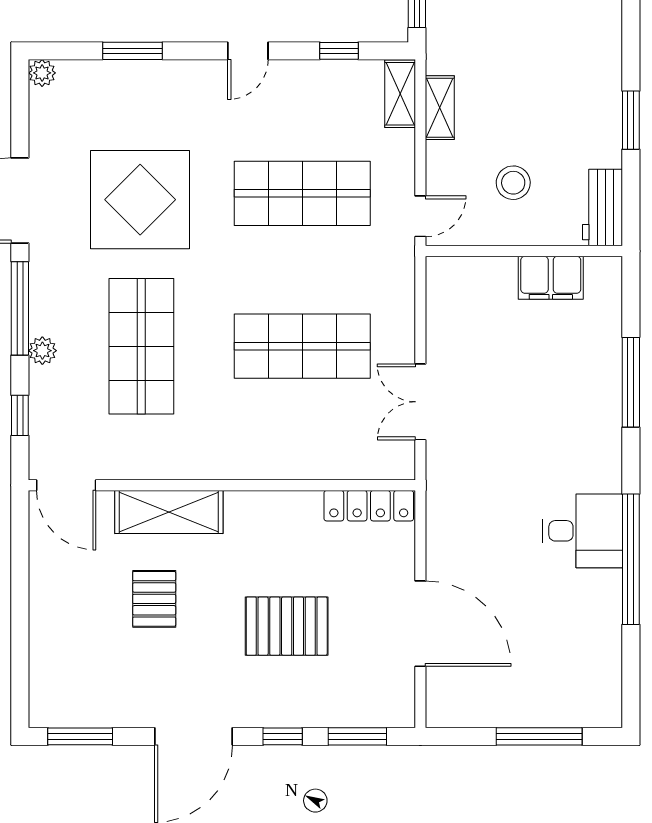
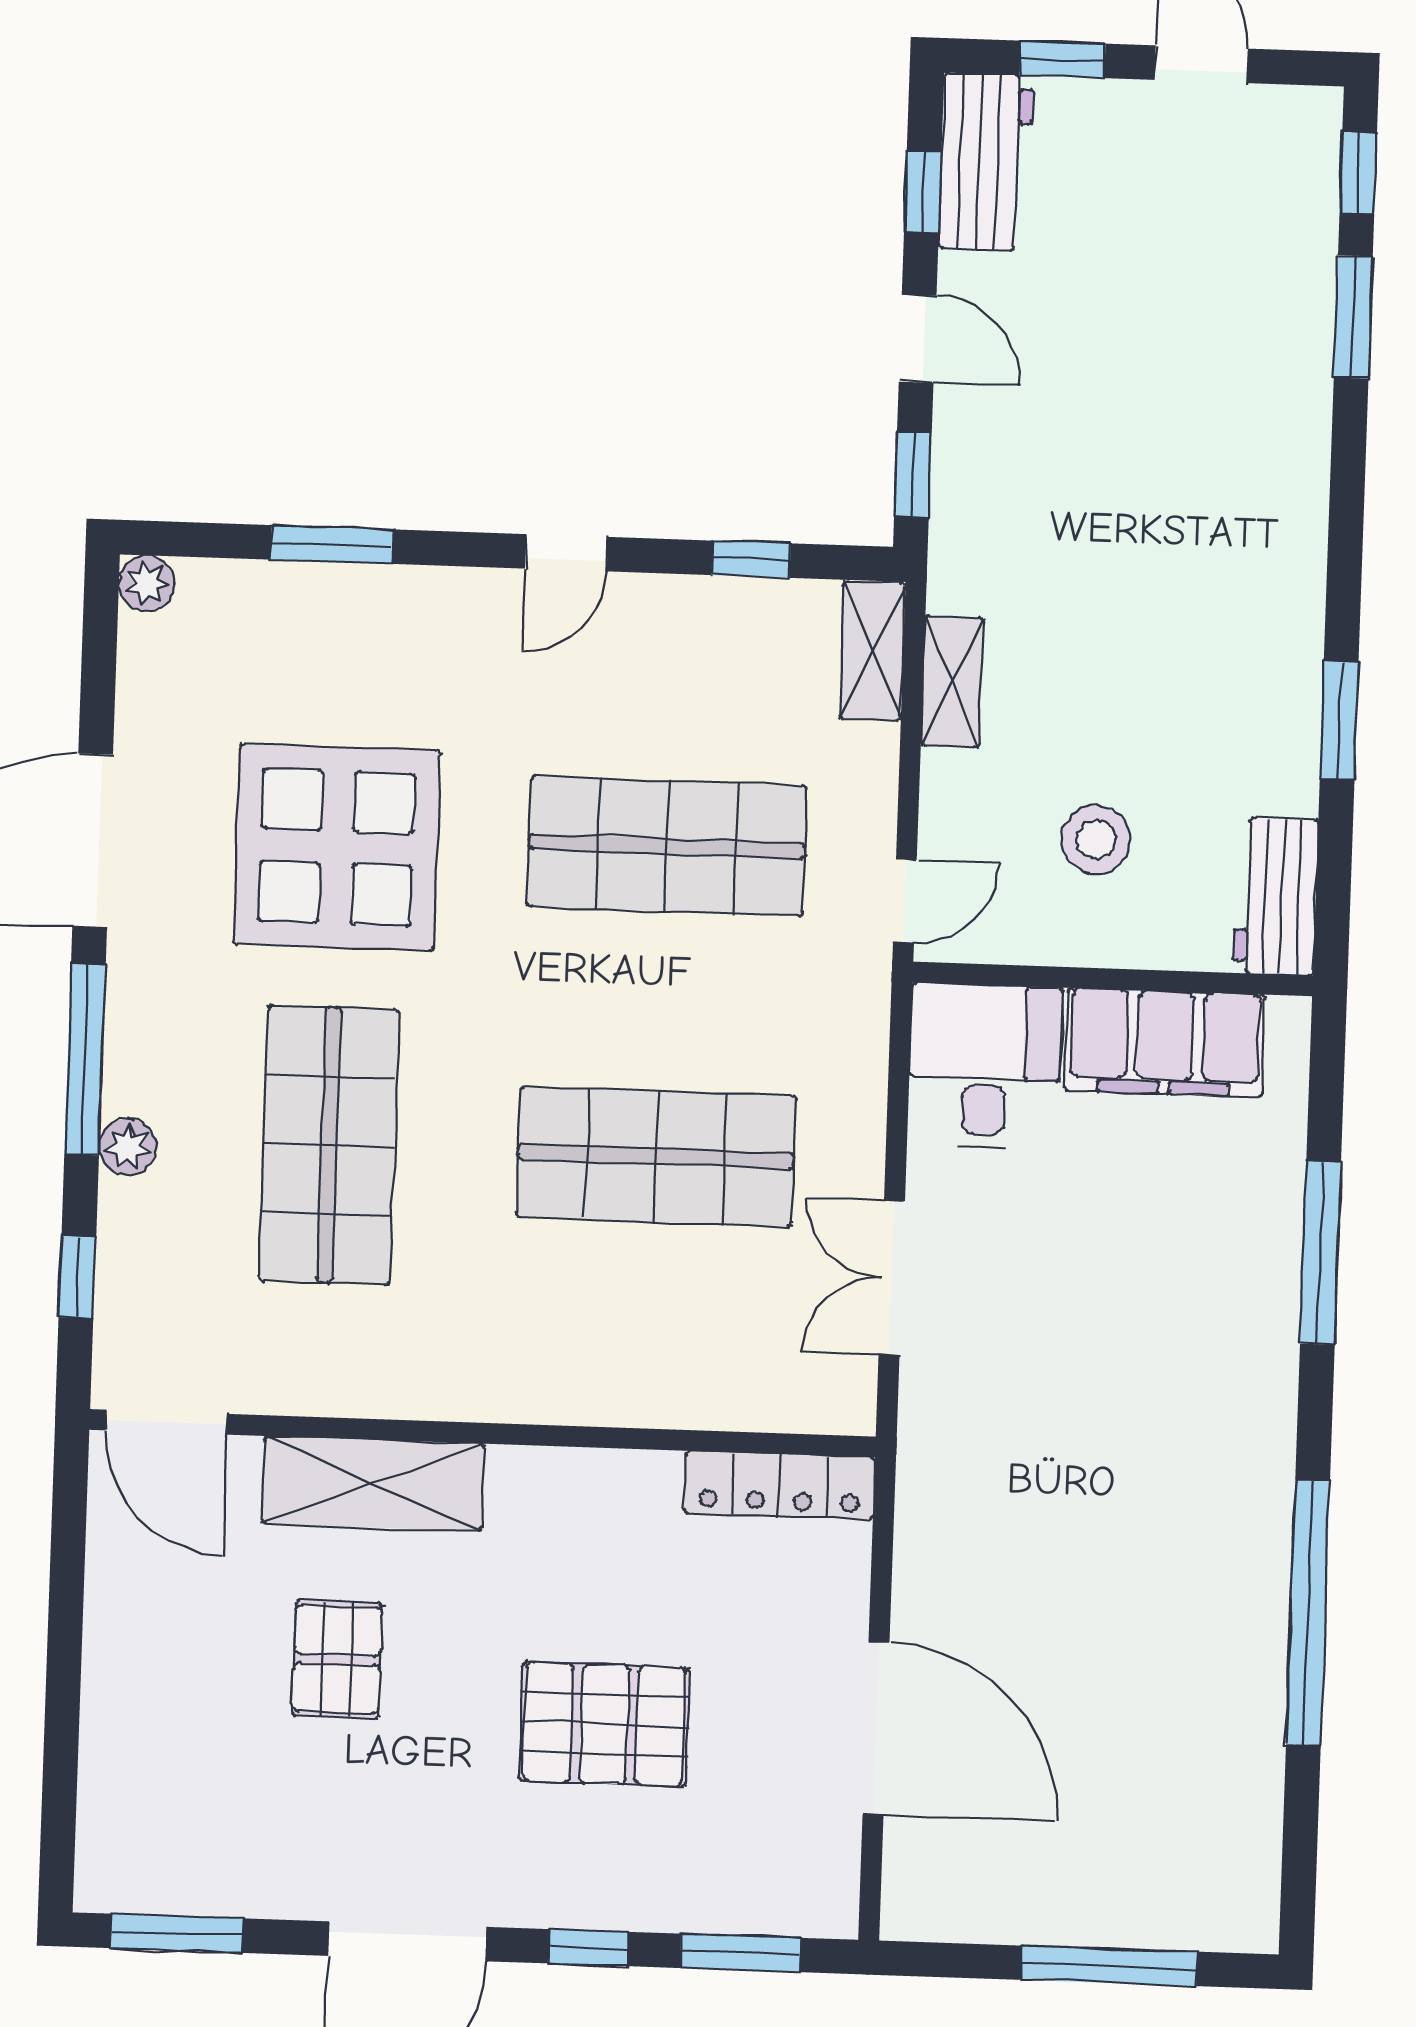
filing cabinet: (551, 278) -> (1165, 1043), width x1.50, depth x1.17
desk: (582, 531) -> (985, 1066), moved, turned -90

